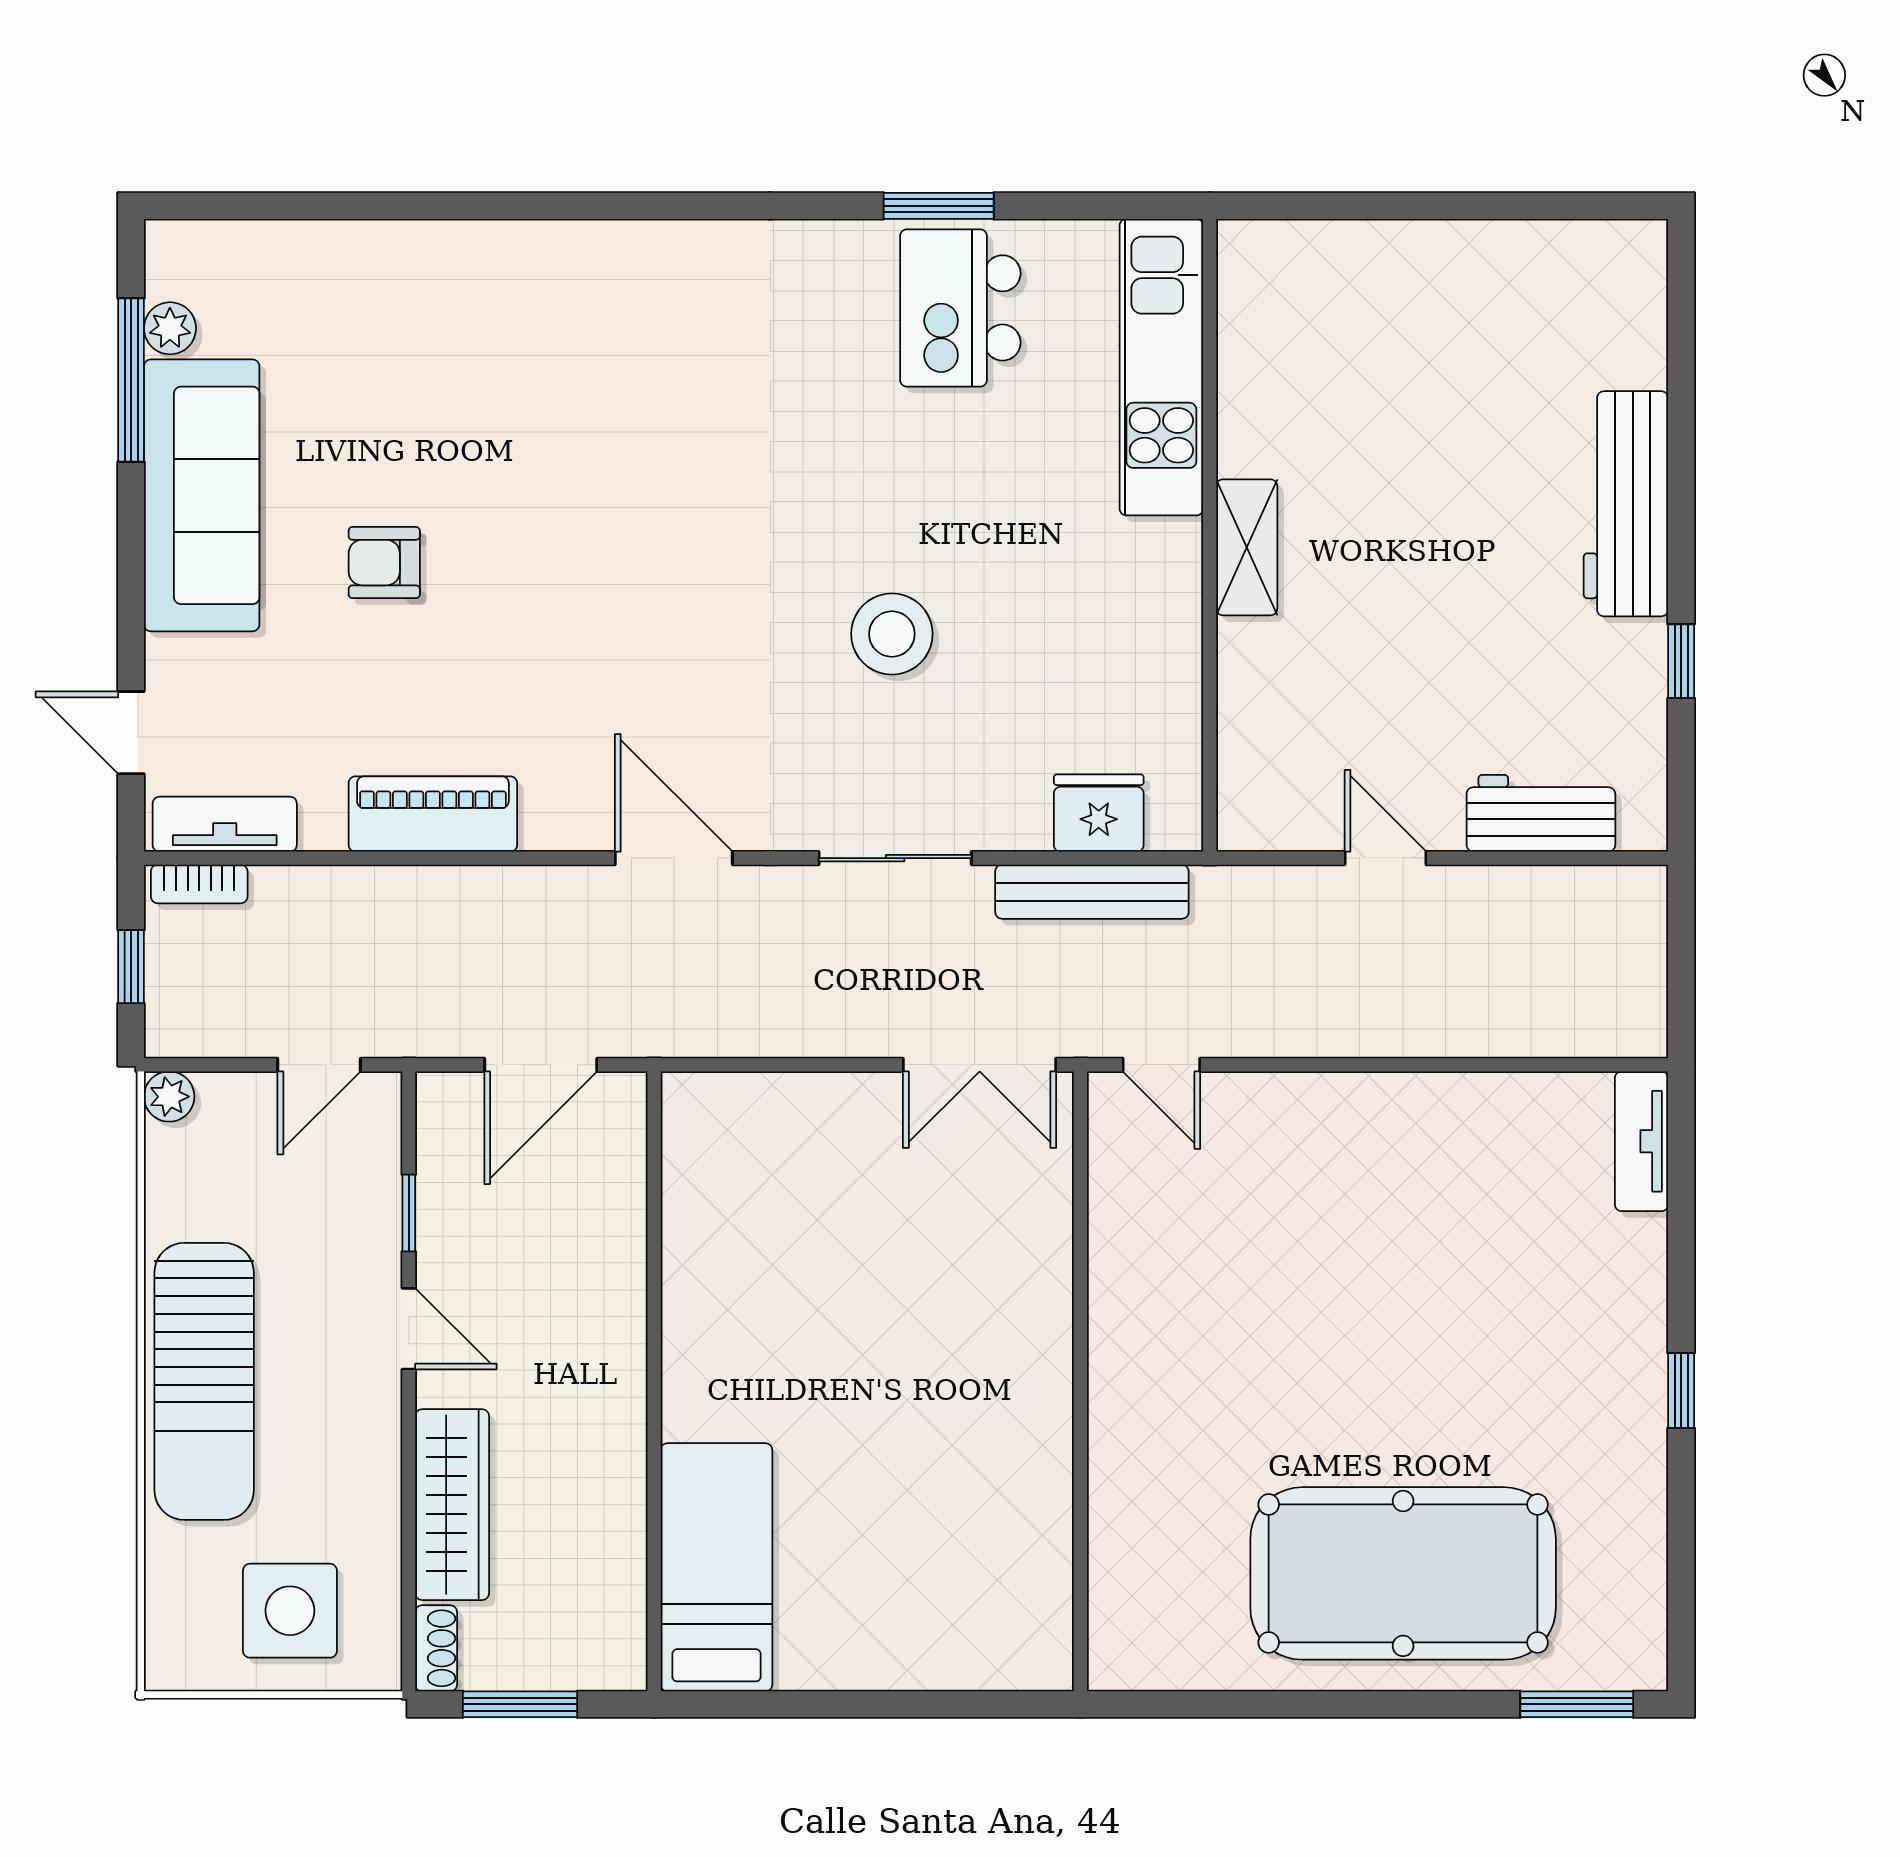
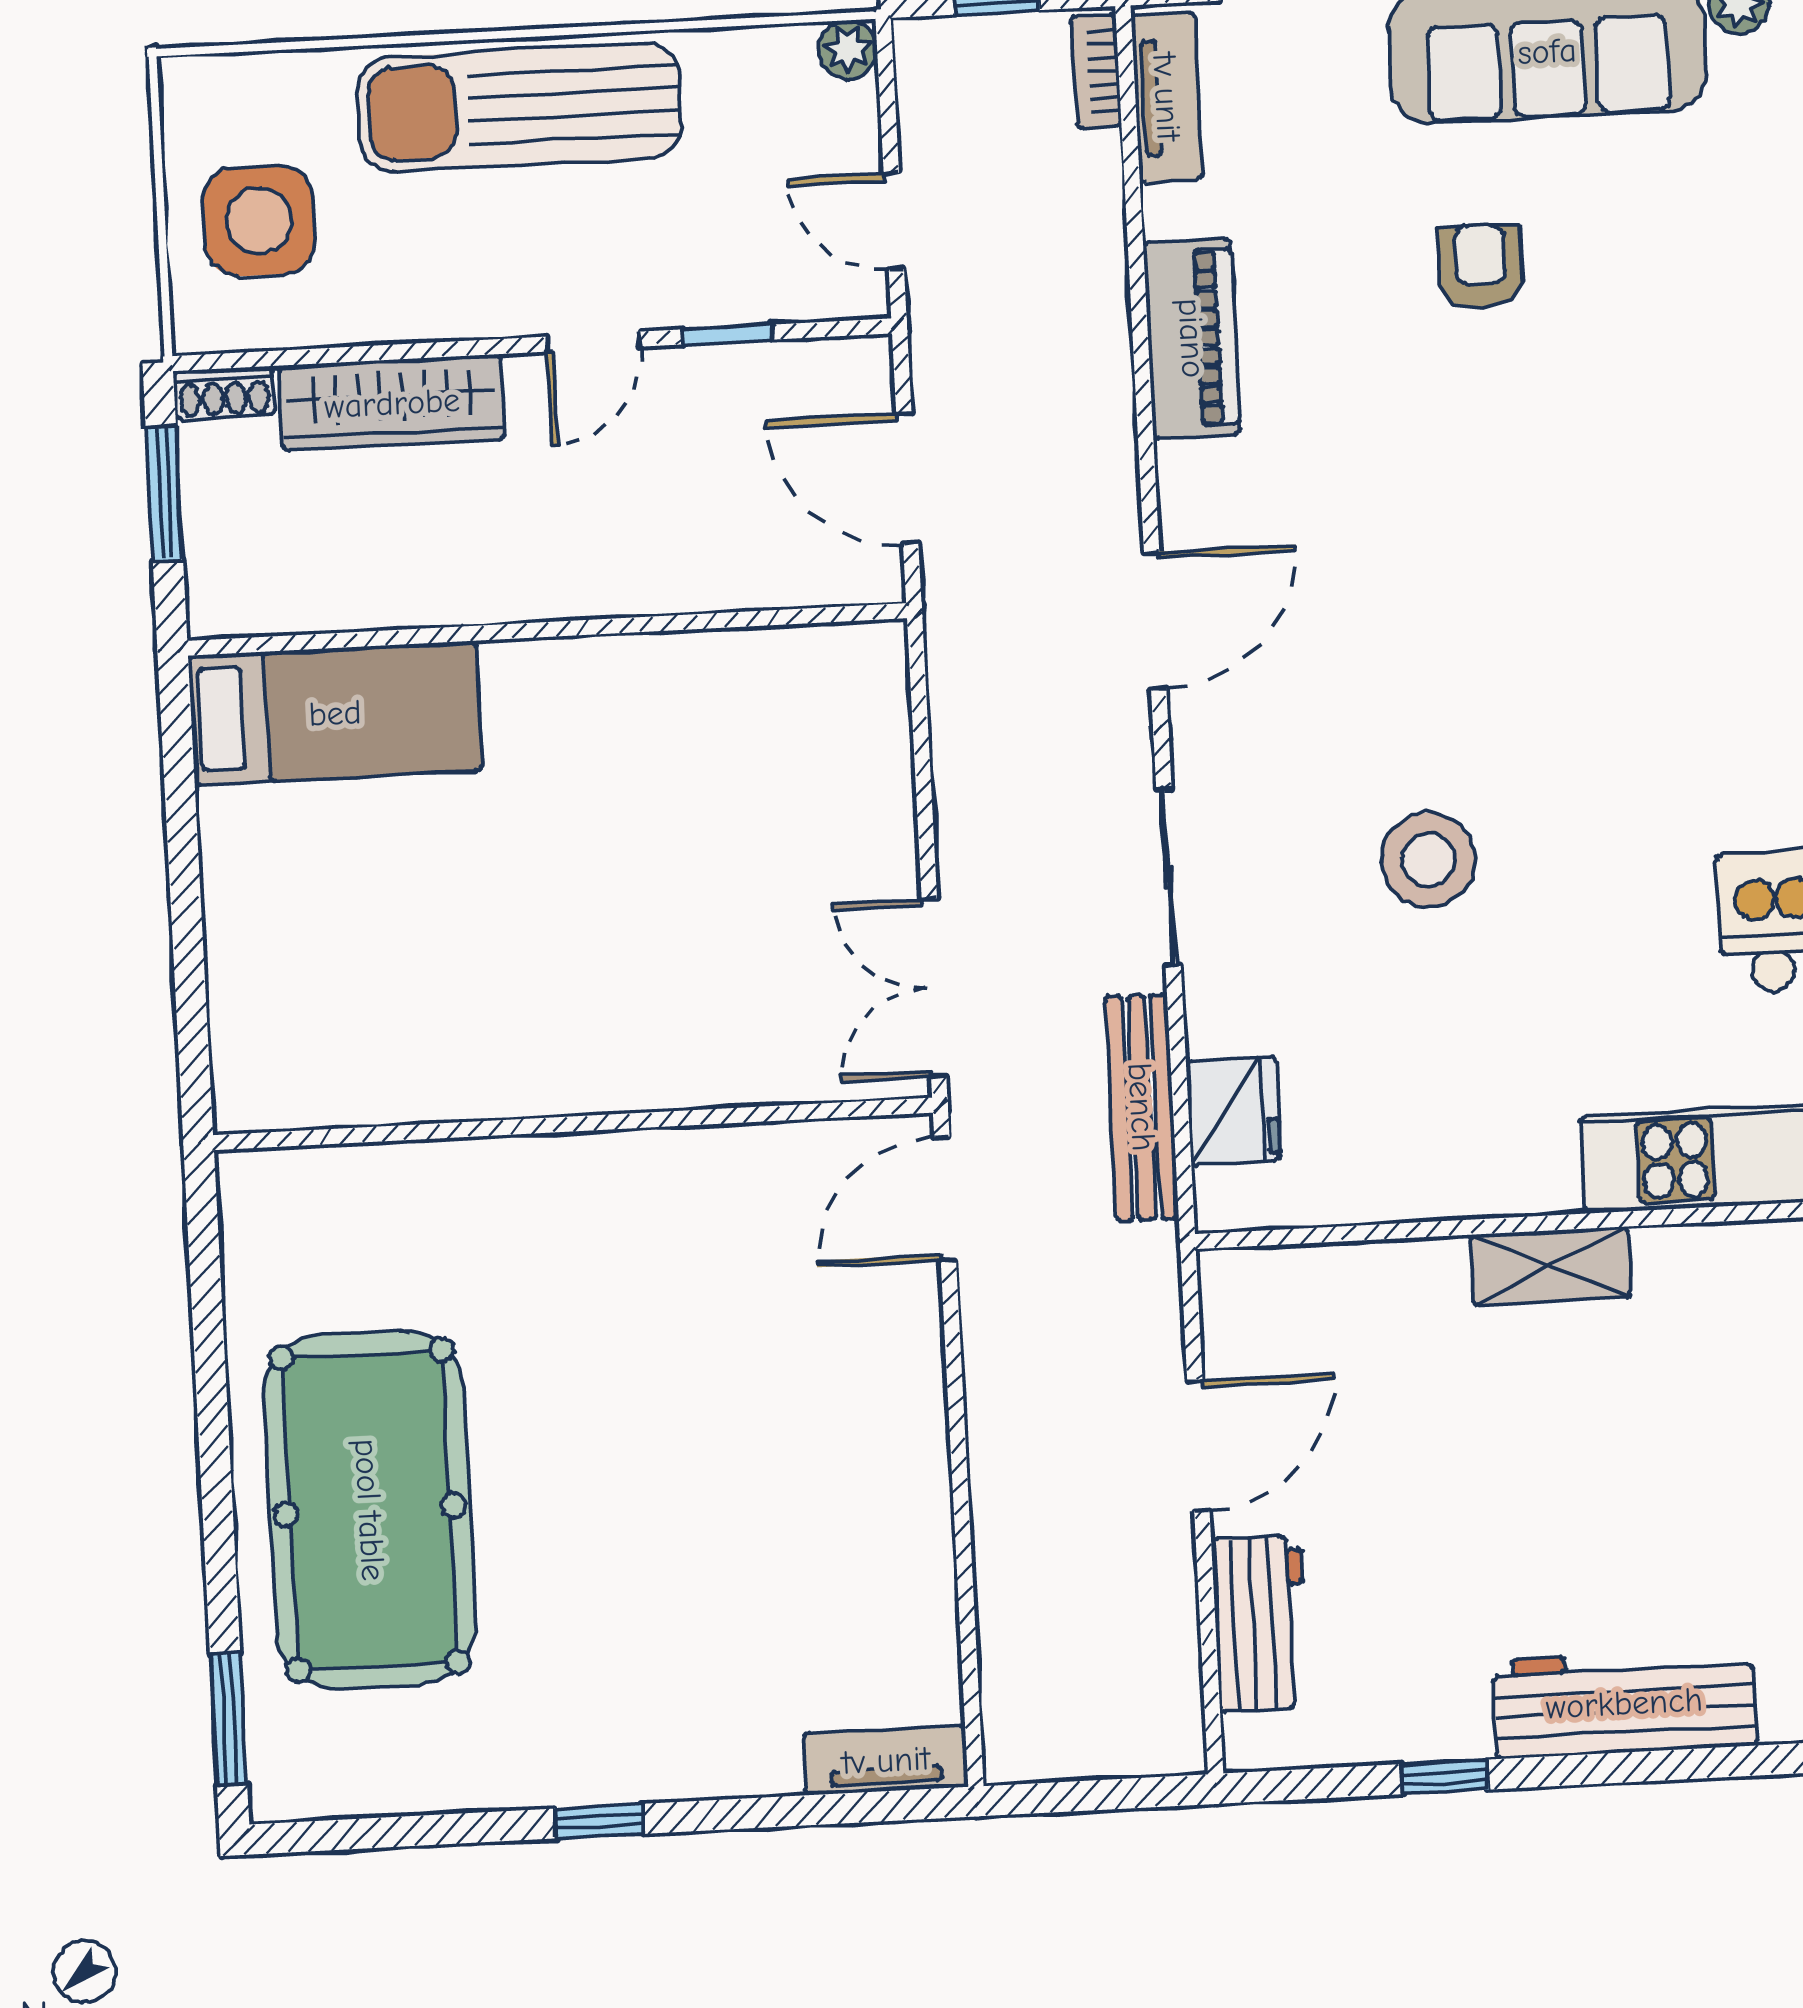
door: (1385, 858) -> (1198, 1446), width x1.38
door: (1161, 1065) -> (945, 1199), width x1.38

